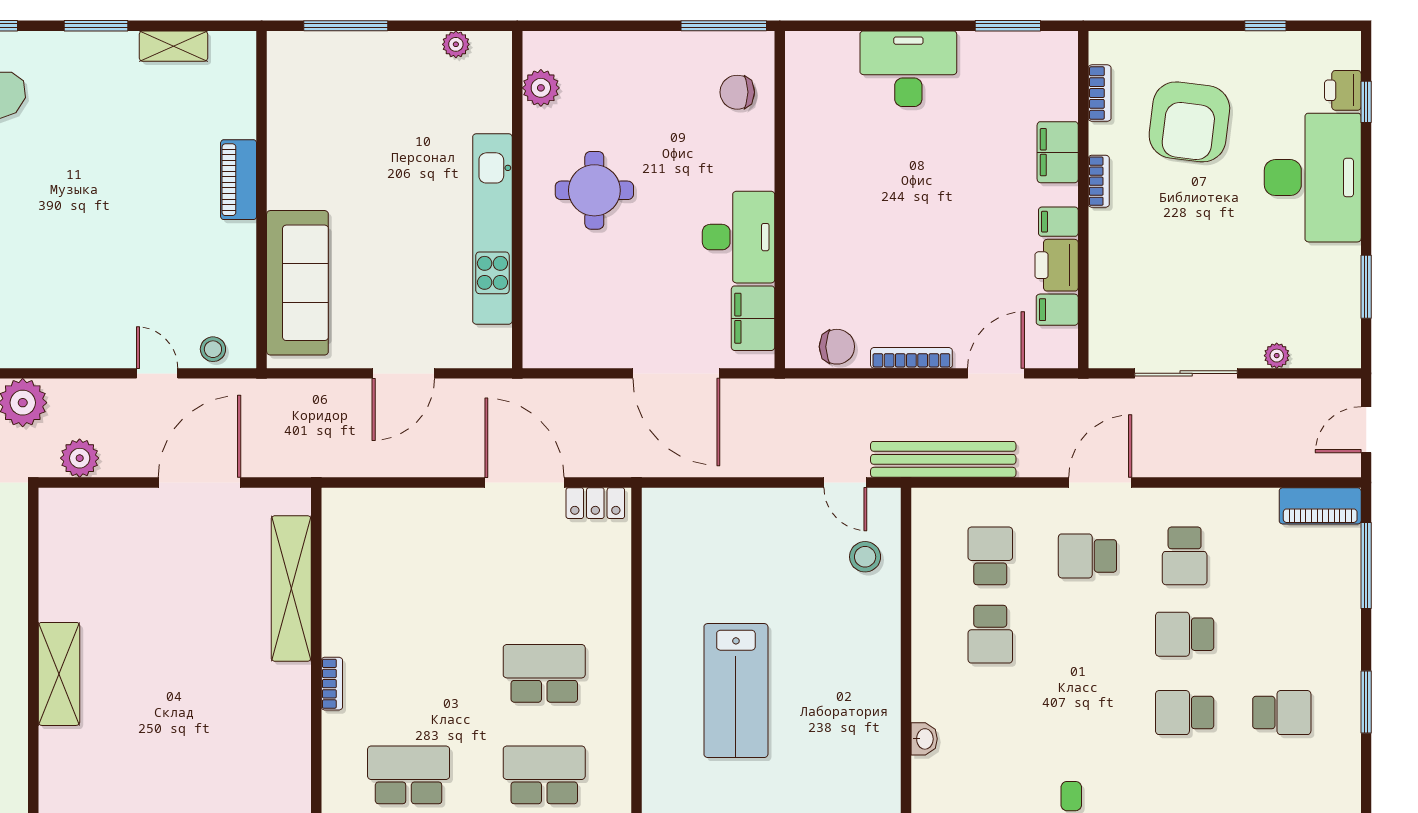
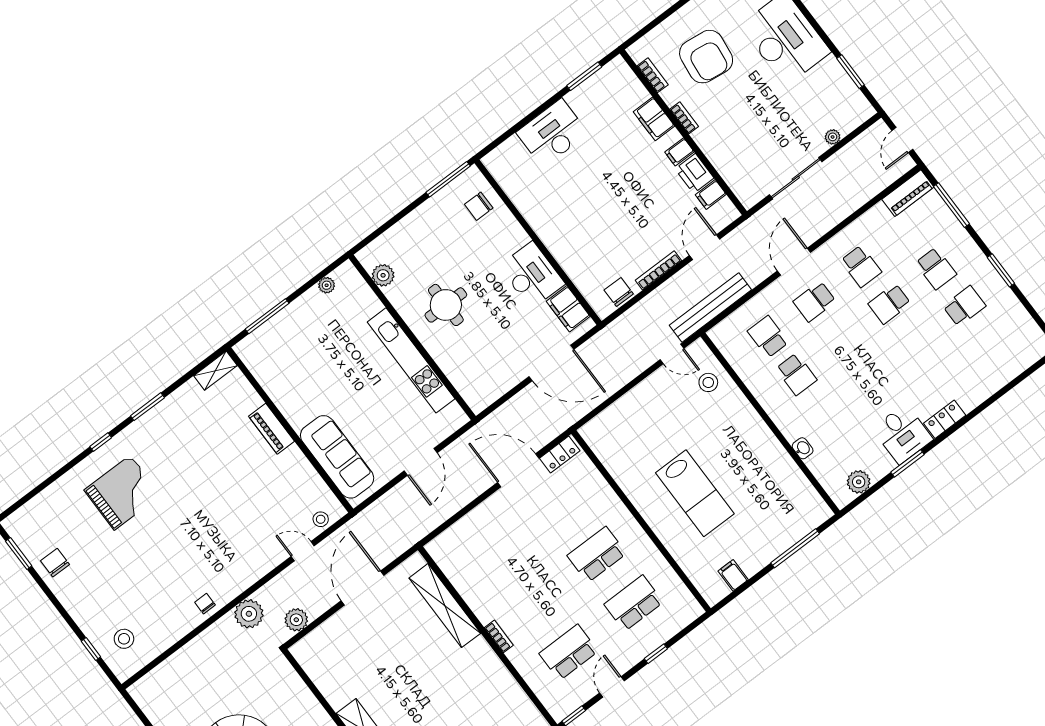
shelving: (173, 46) -> (215, 371), moved
chair: (837, 347) -> (619, 292), turned -90
school desk: (1185, 713) -> (936, 269), moved, turned -90

